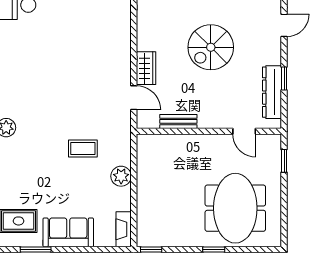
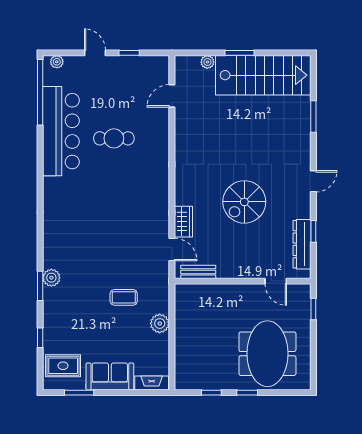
bench: (178, 121) -> (198, 272), moved
fireplace: (124, 229) -> (152, 383), moved, turned 90
window: (151, 250) -> (211, 393), moved

